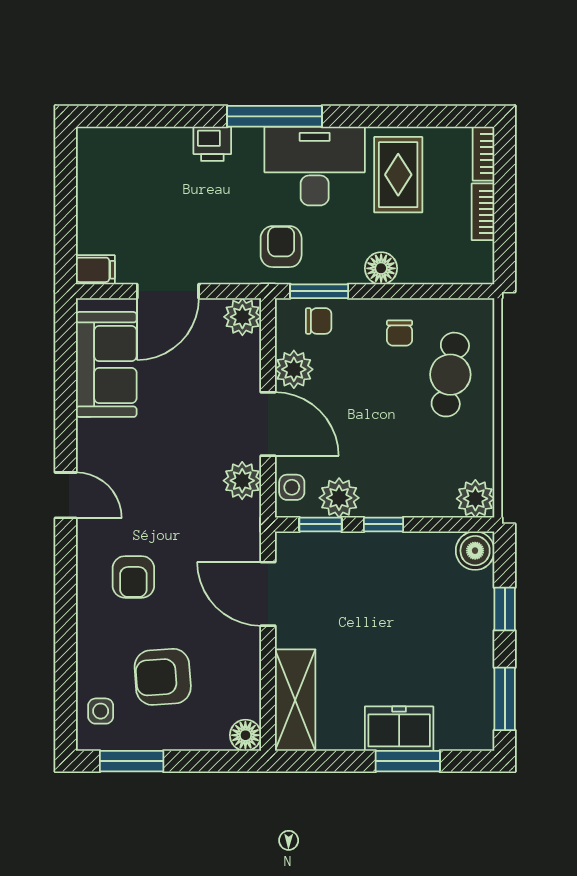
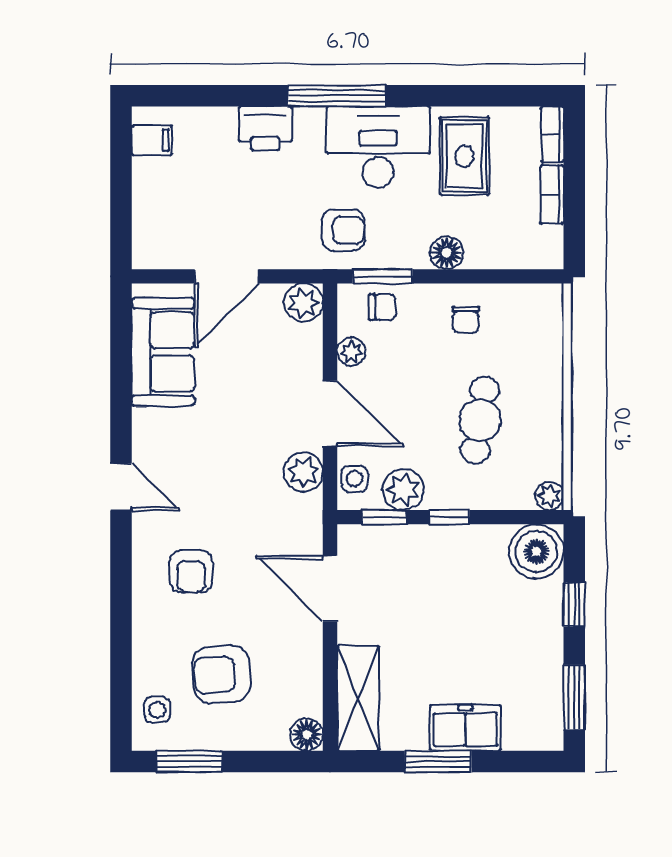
printer: (212, 144) -> (265, 128), width x1.36, depth x1.24
armchair: (281, 247) -> (343, 230), turned 90
filing cabinet: (95, 270) -> (152, 140), moved
plant: (294, 369) -> (351, 352), width x0.73, depth x0.73
cafe table: (450, 375) -> (480, 420), moved
plant: (475, 499) -> (549, 496), width x0.73, depth x0.73
boiler: (475, 551) -> (536, 551), width x1.37, depth x1.37
window: (408, 761) -> (438, 761), moved

